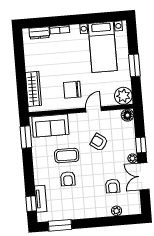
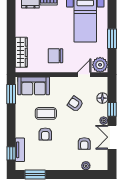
door: (94, 109) -> (84, 75), moved
floor lamp: (128, 115) -> (102, 98), moved

